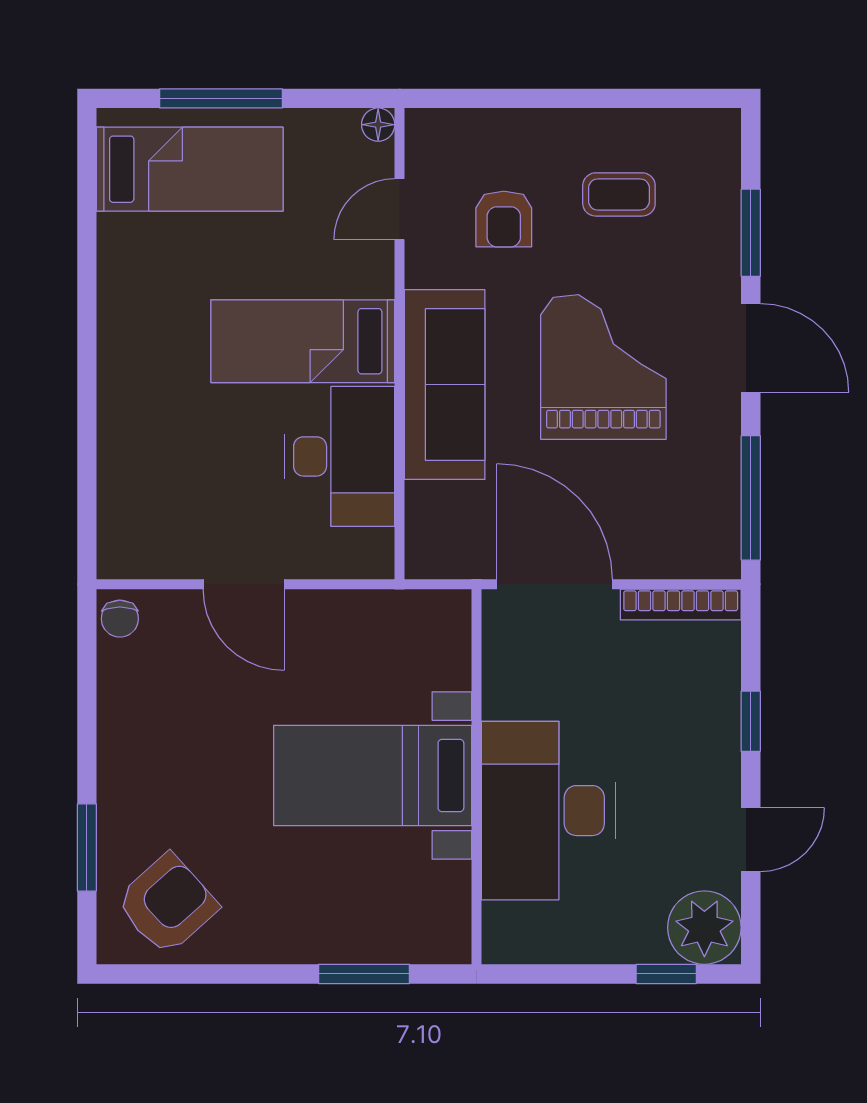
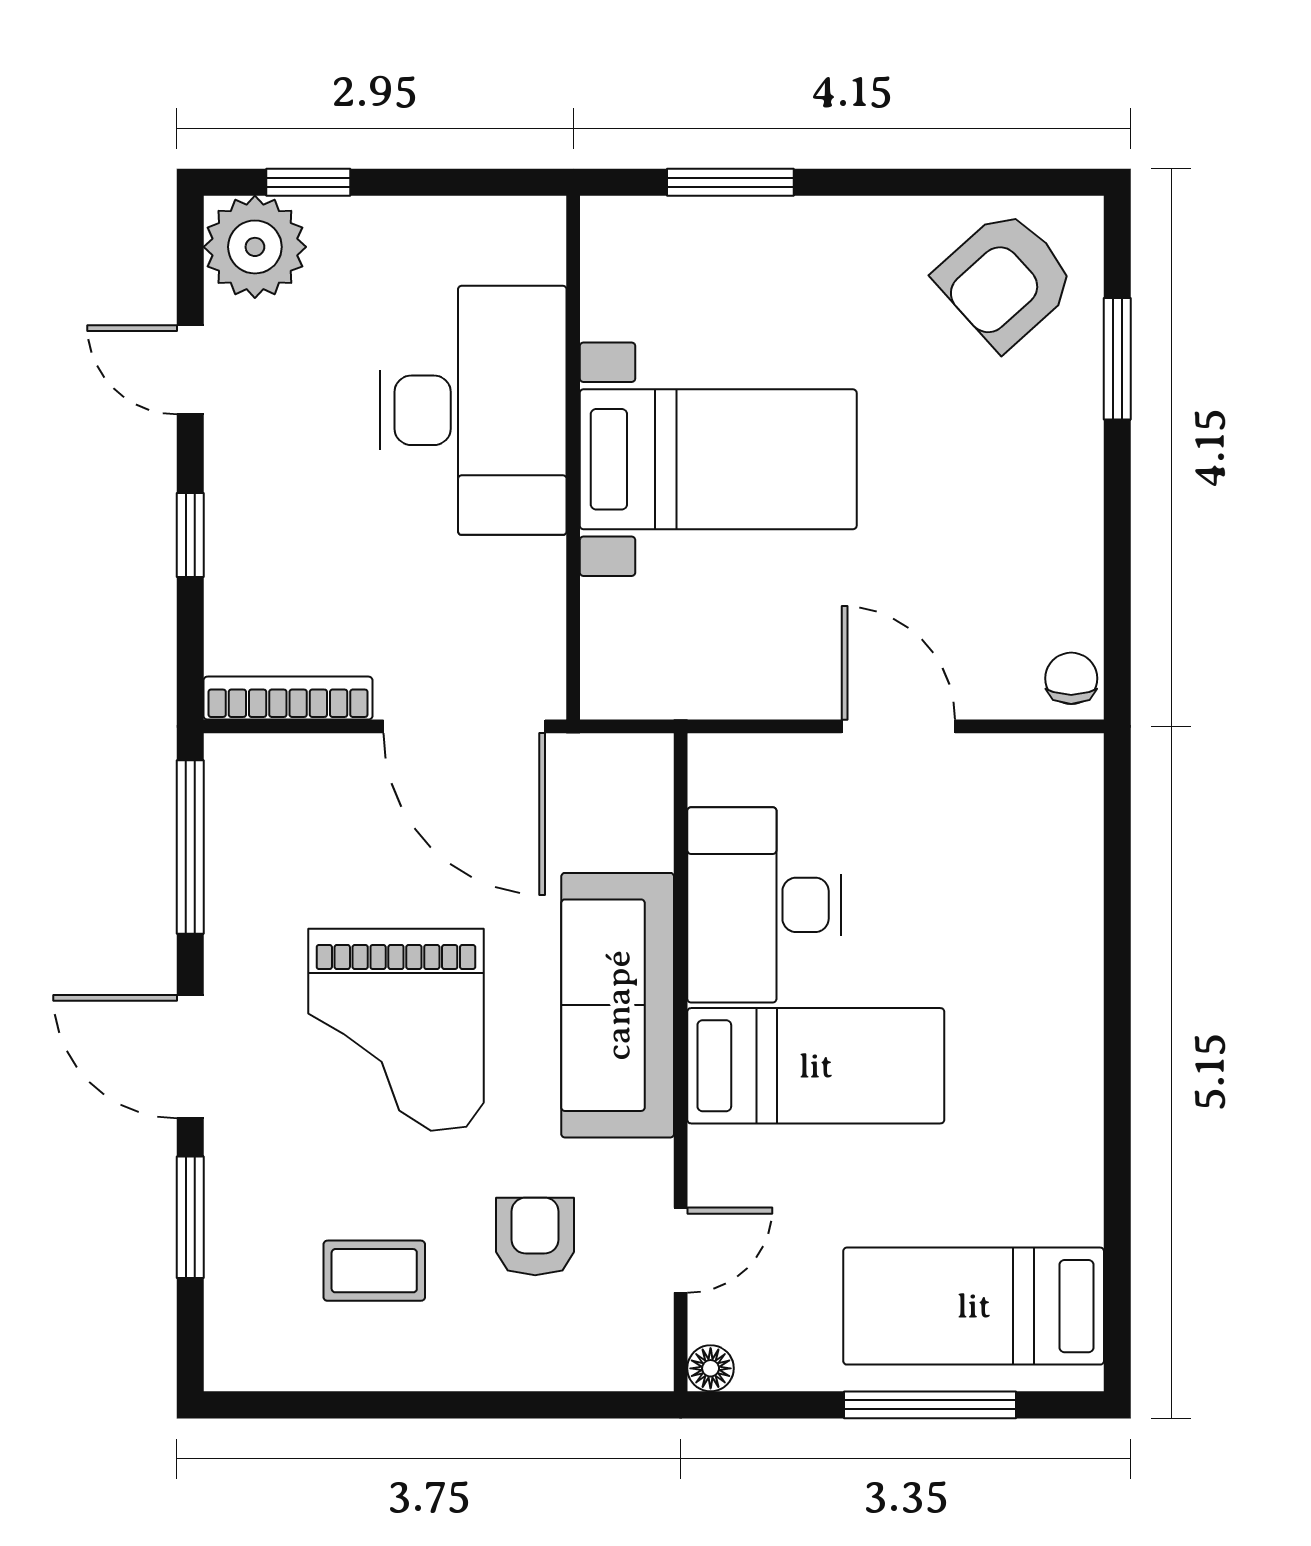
door: (751, 840) -> (190, 370), hinge flipped

